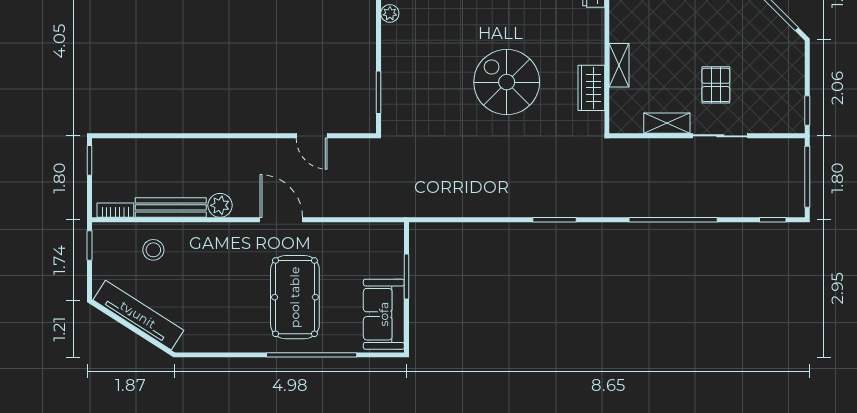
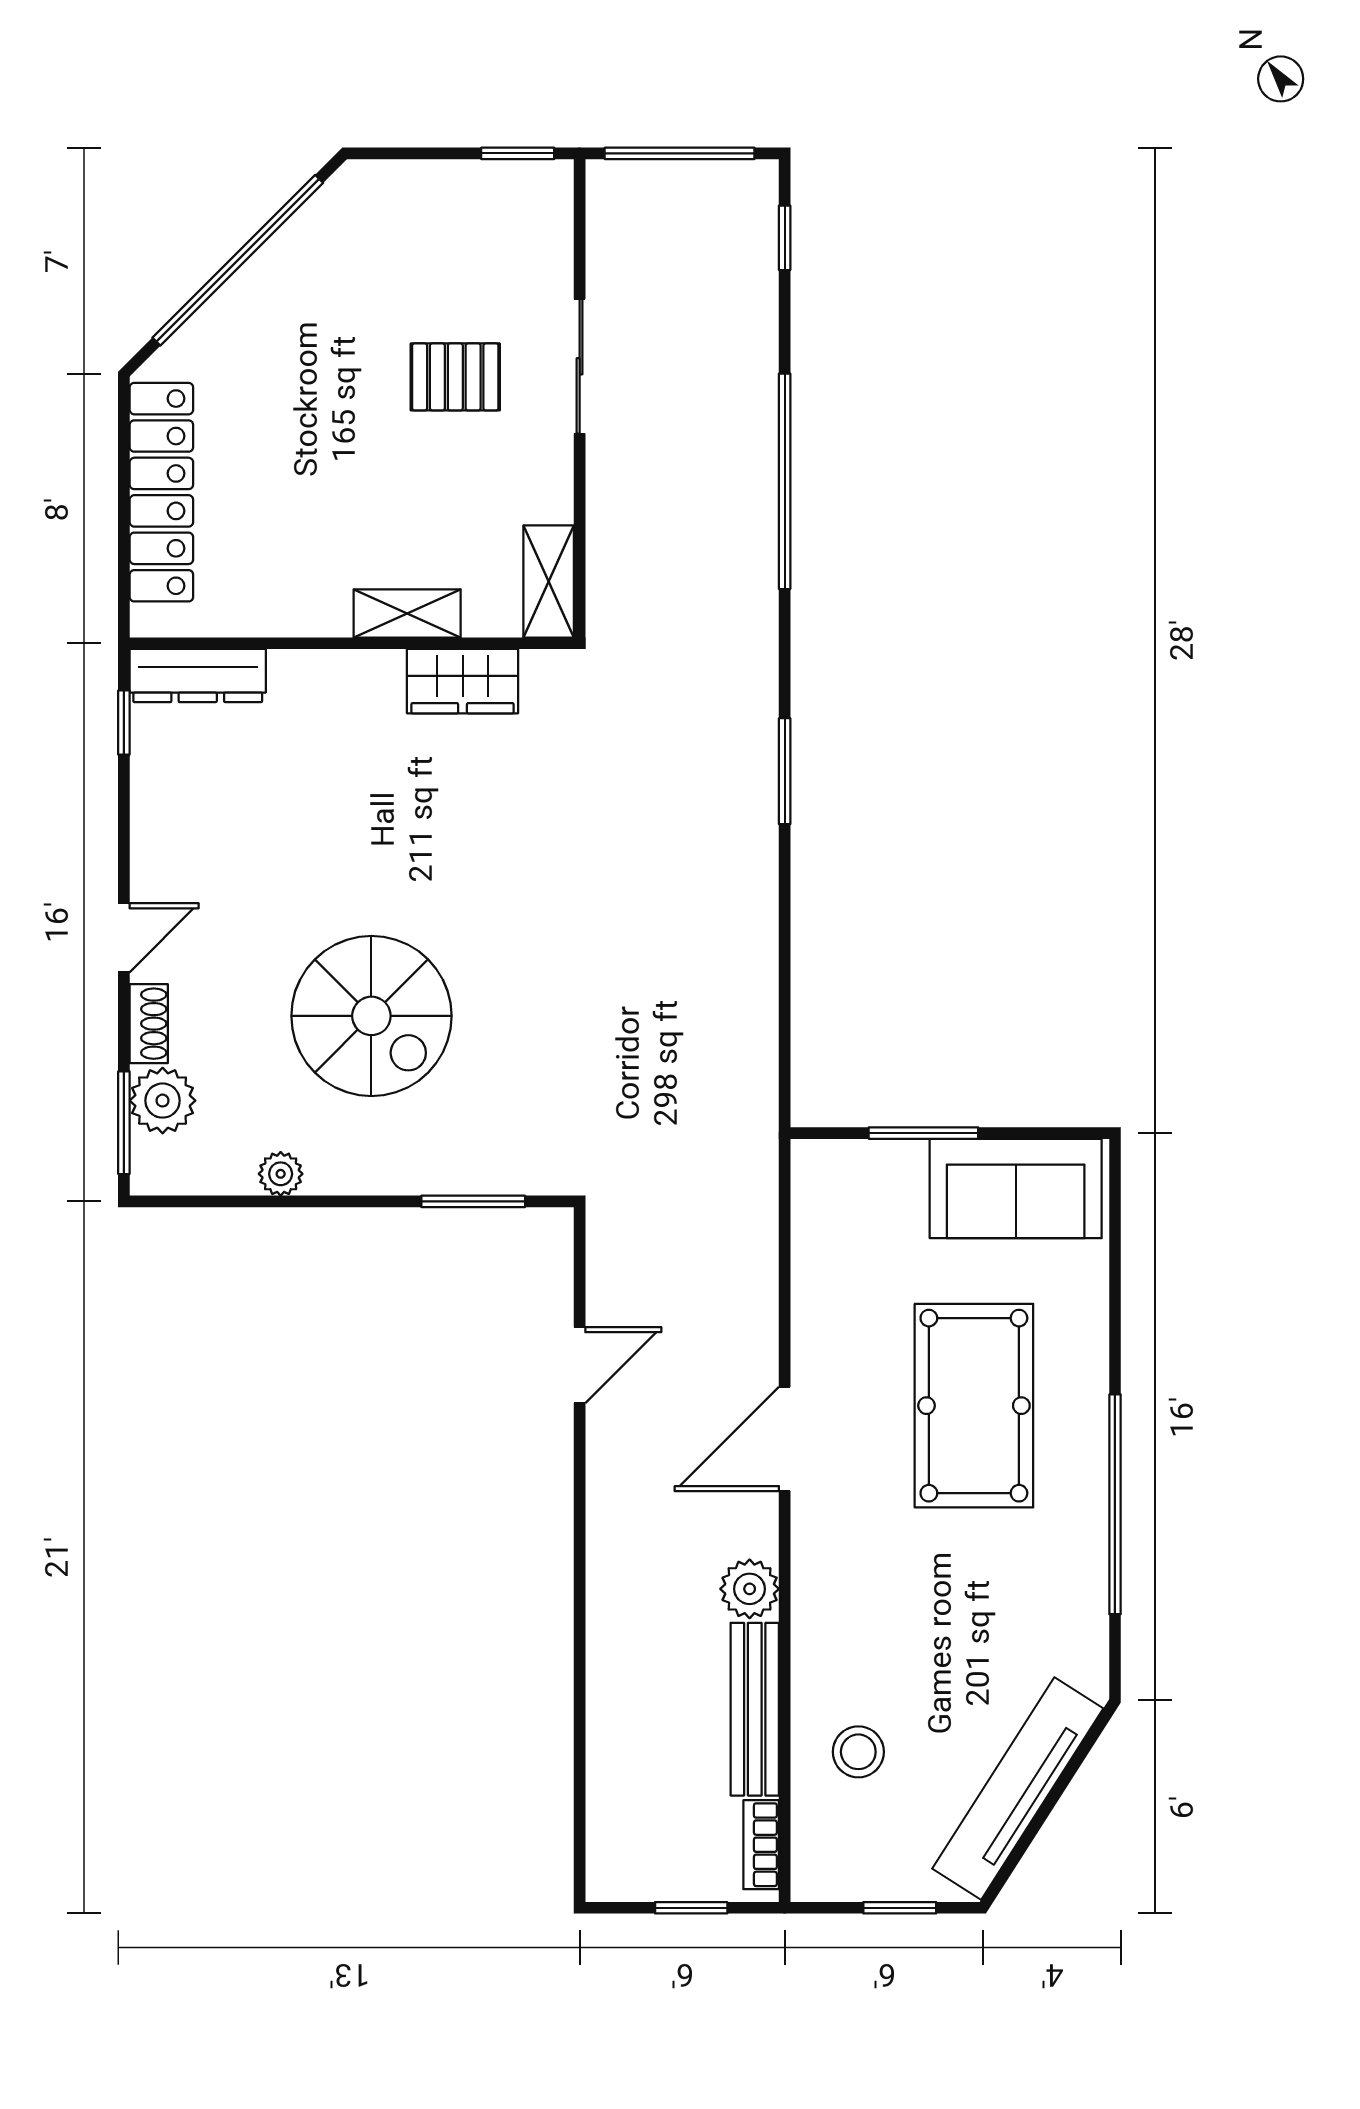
spiral stairs: (507, 82) -> (371, 1016), moved, turned -90
shelving: (667, 123) -> (549, 581), moved
window: (90, 160) -> (691, 1908), moved
window: (90, 245) -> (900, 1908), moved
pool table: (295, 297) -> (974, 1406), turned 90
window: (312, 355) -> (1115, 1504), moved

